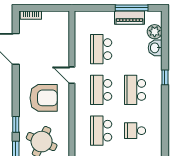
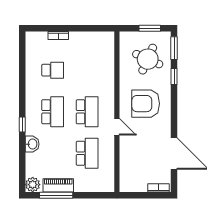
plant: (155, 32) -> (33, 185), moved
washbasin: (155, 48) -> (32, 144), moved
school desk: (101, 131) -> (87, 70), removed

